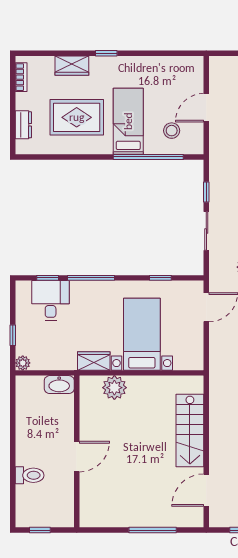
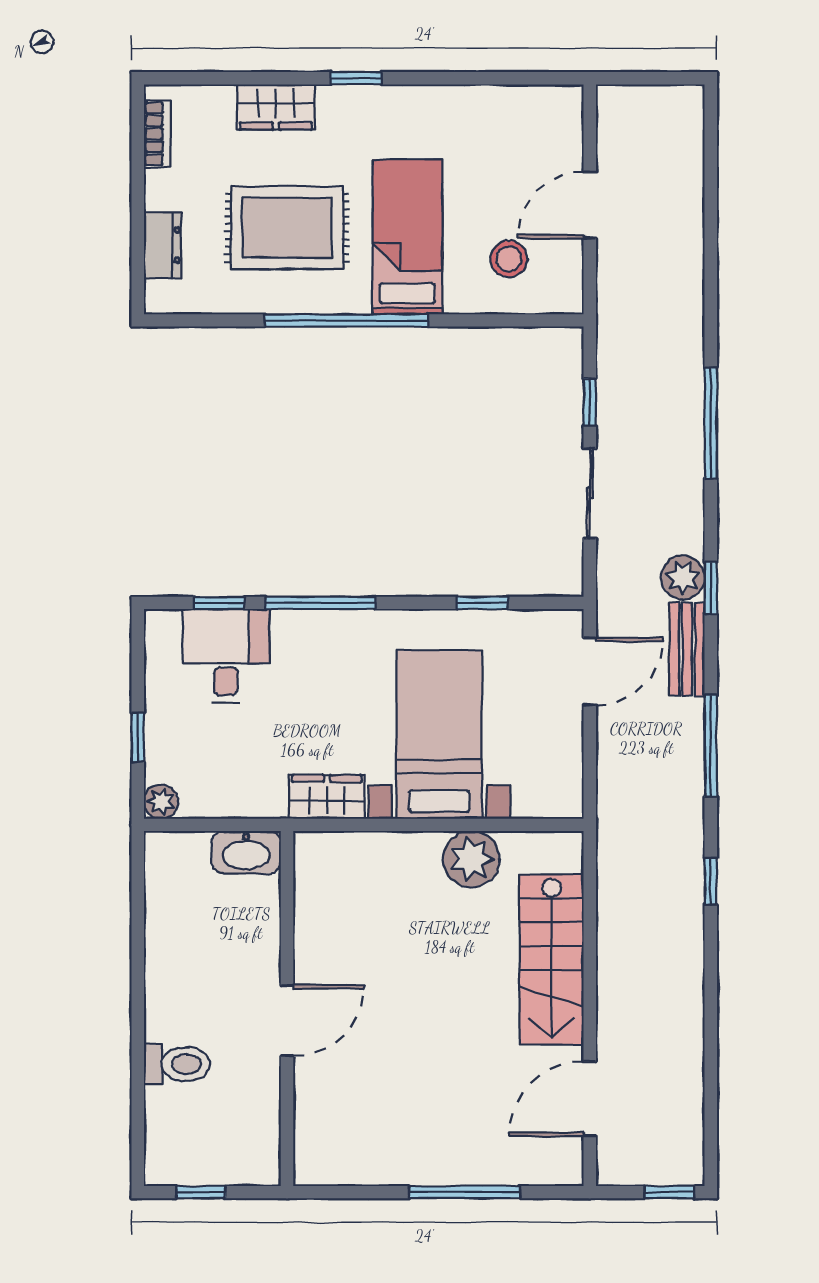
window: (148, 157) -> (346, 320), moved
plant: (114, 388) -> (471, 859), moved

